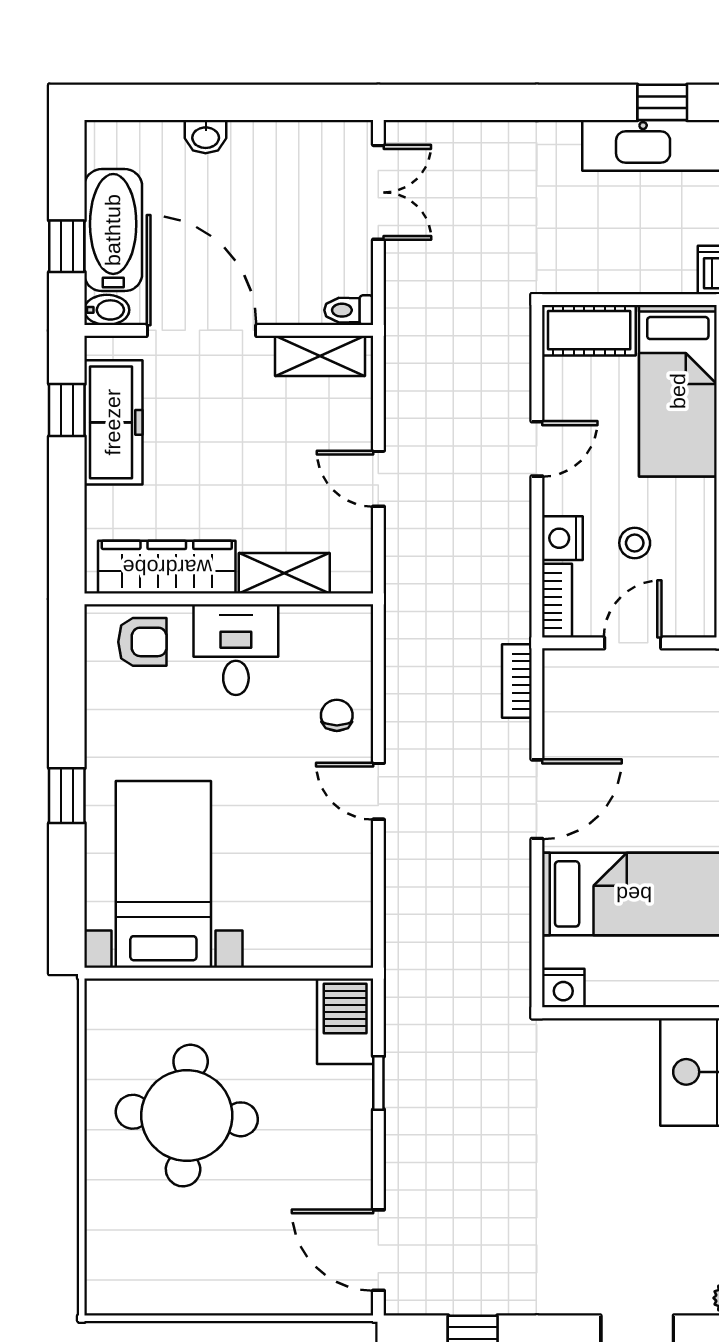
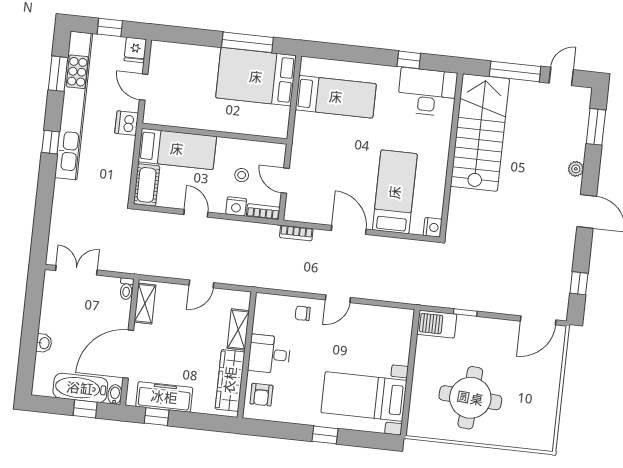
armchair: (142, 642) -> (261, 395), turned 180

